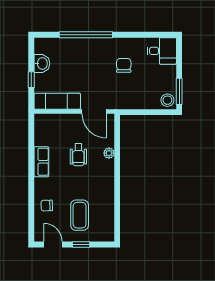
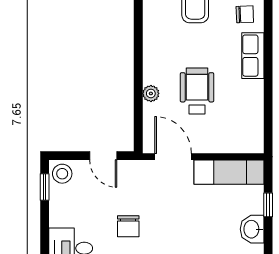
window: (179, 91) -> (45, 187), width x0.67
door: (140, 112) -> (103, 156), added
wheelchair: (78, 155) -> (197, 91), width x1.36, depth x1.37
row of seats: (41, 162) -> (253, 56), moved

